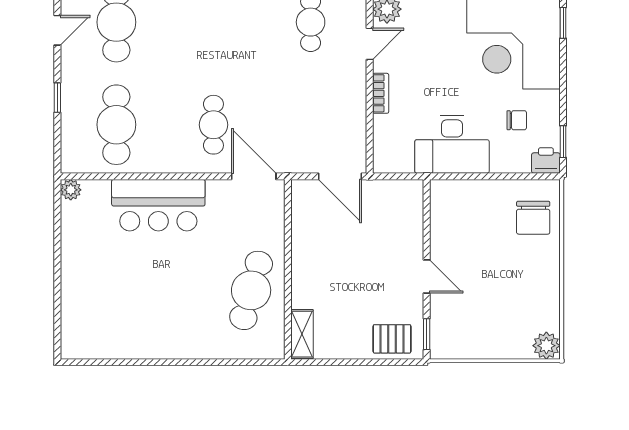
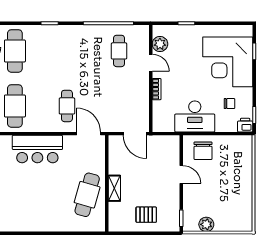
door: (370, 44) -> (151, 63), hinge flipped
chair: (533, 218) -> (203, 151), moved
door: (427, 276) -> (181, 175), moved
shelving: (302, 334) -> (114, 188), moved
pallet: (392, 339) -> (146, 215), moved
plant: (546, 346) -> (206, 224), moved

